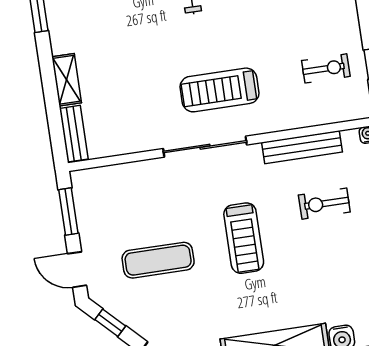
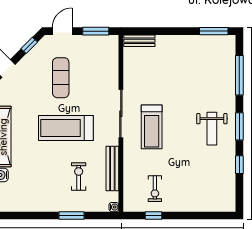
shelving: (67, 80) -> (170, 41), removed
treadmill: (220, 90) -> (152, 127), turned 180
treadmill: (244, 238) -> (66, 128), width x1.37, depth x1.38

